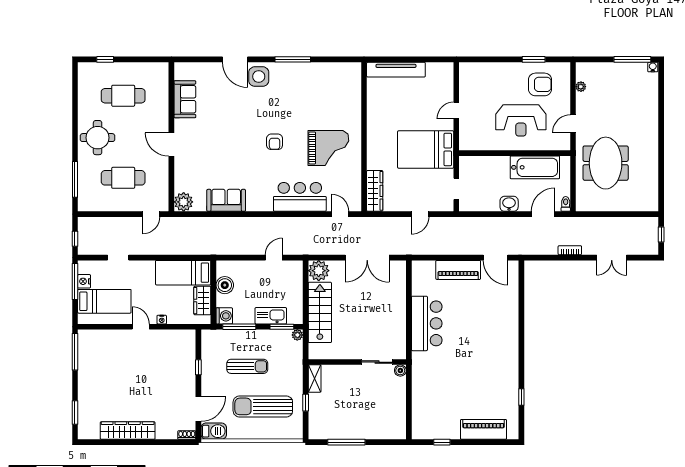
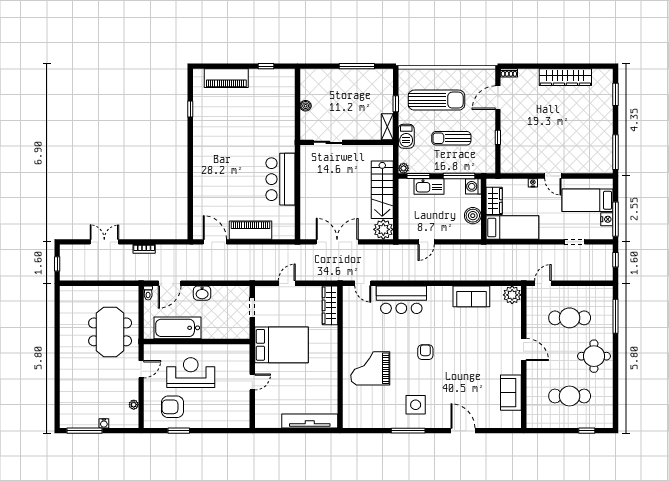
water cooler: (653, 67) -> (104, 423), moved
side table: (259, 77) -> (416, 405), moved
grand piano: (328, 148) -> (370, 368), moved
boiler: (400, 371) -> (306, 106), moved
barbecue: (214, 431) -> (406, 136), moved, turned -90

